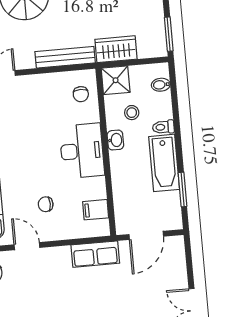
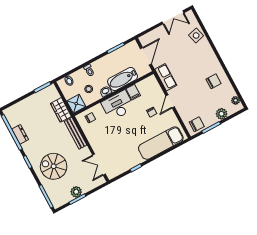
bathtub: (164, 163) -> (123, 79), moved, turned 180
filing cabinet: (96, 210) -> (133, 92), moved
door: (146, 235) -> (146, 56), hinge flipped
door: (27, 246) -> (170, 101), moved

